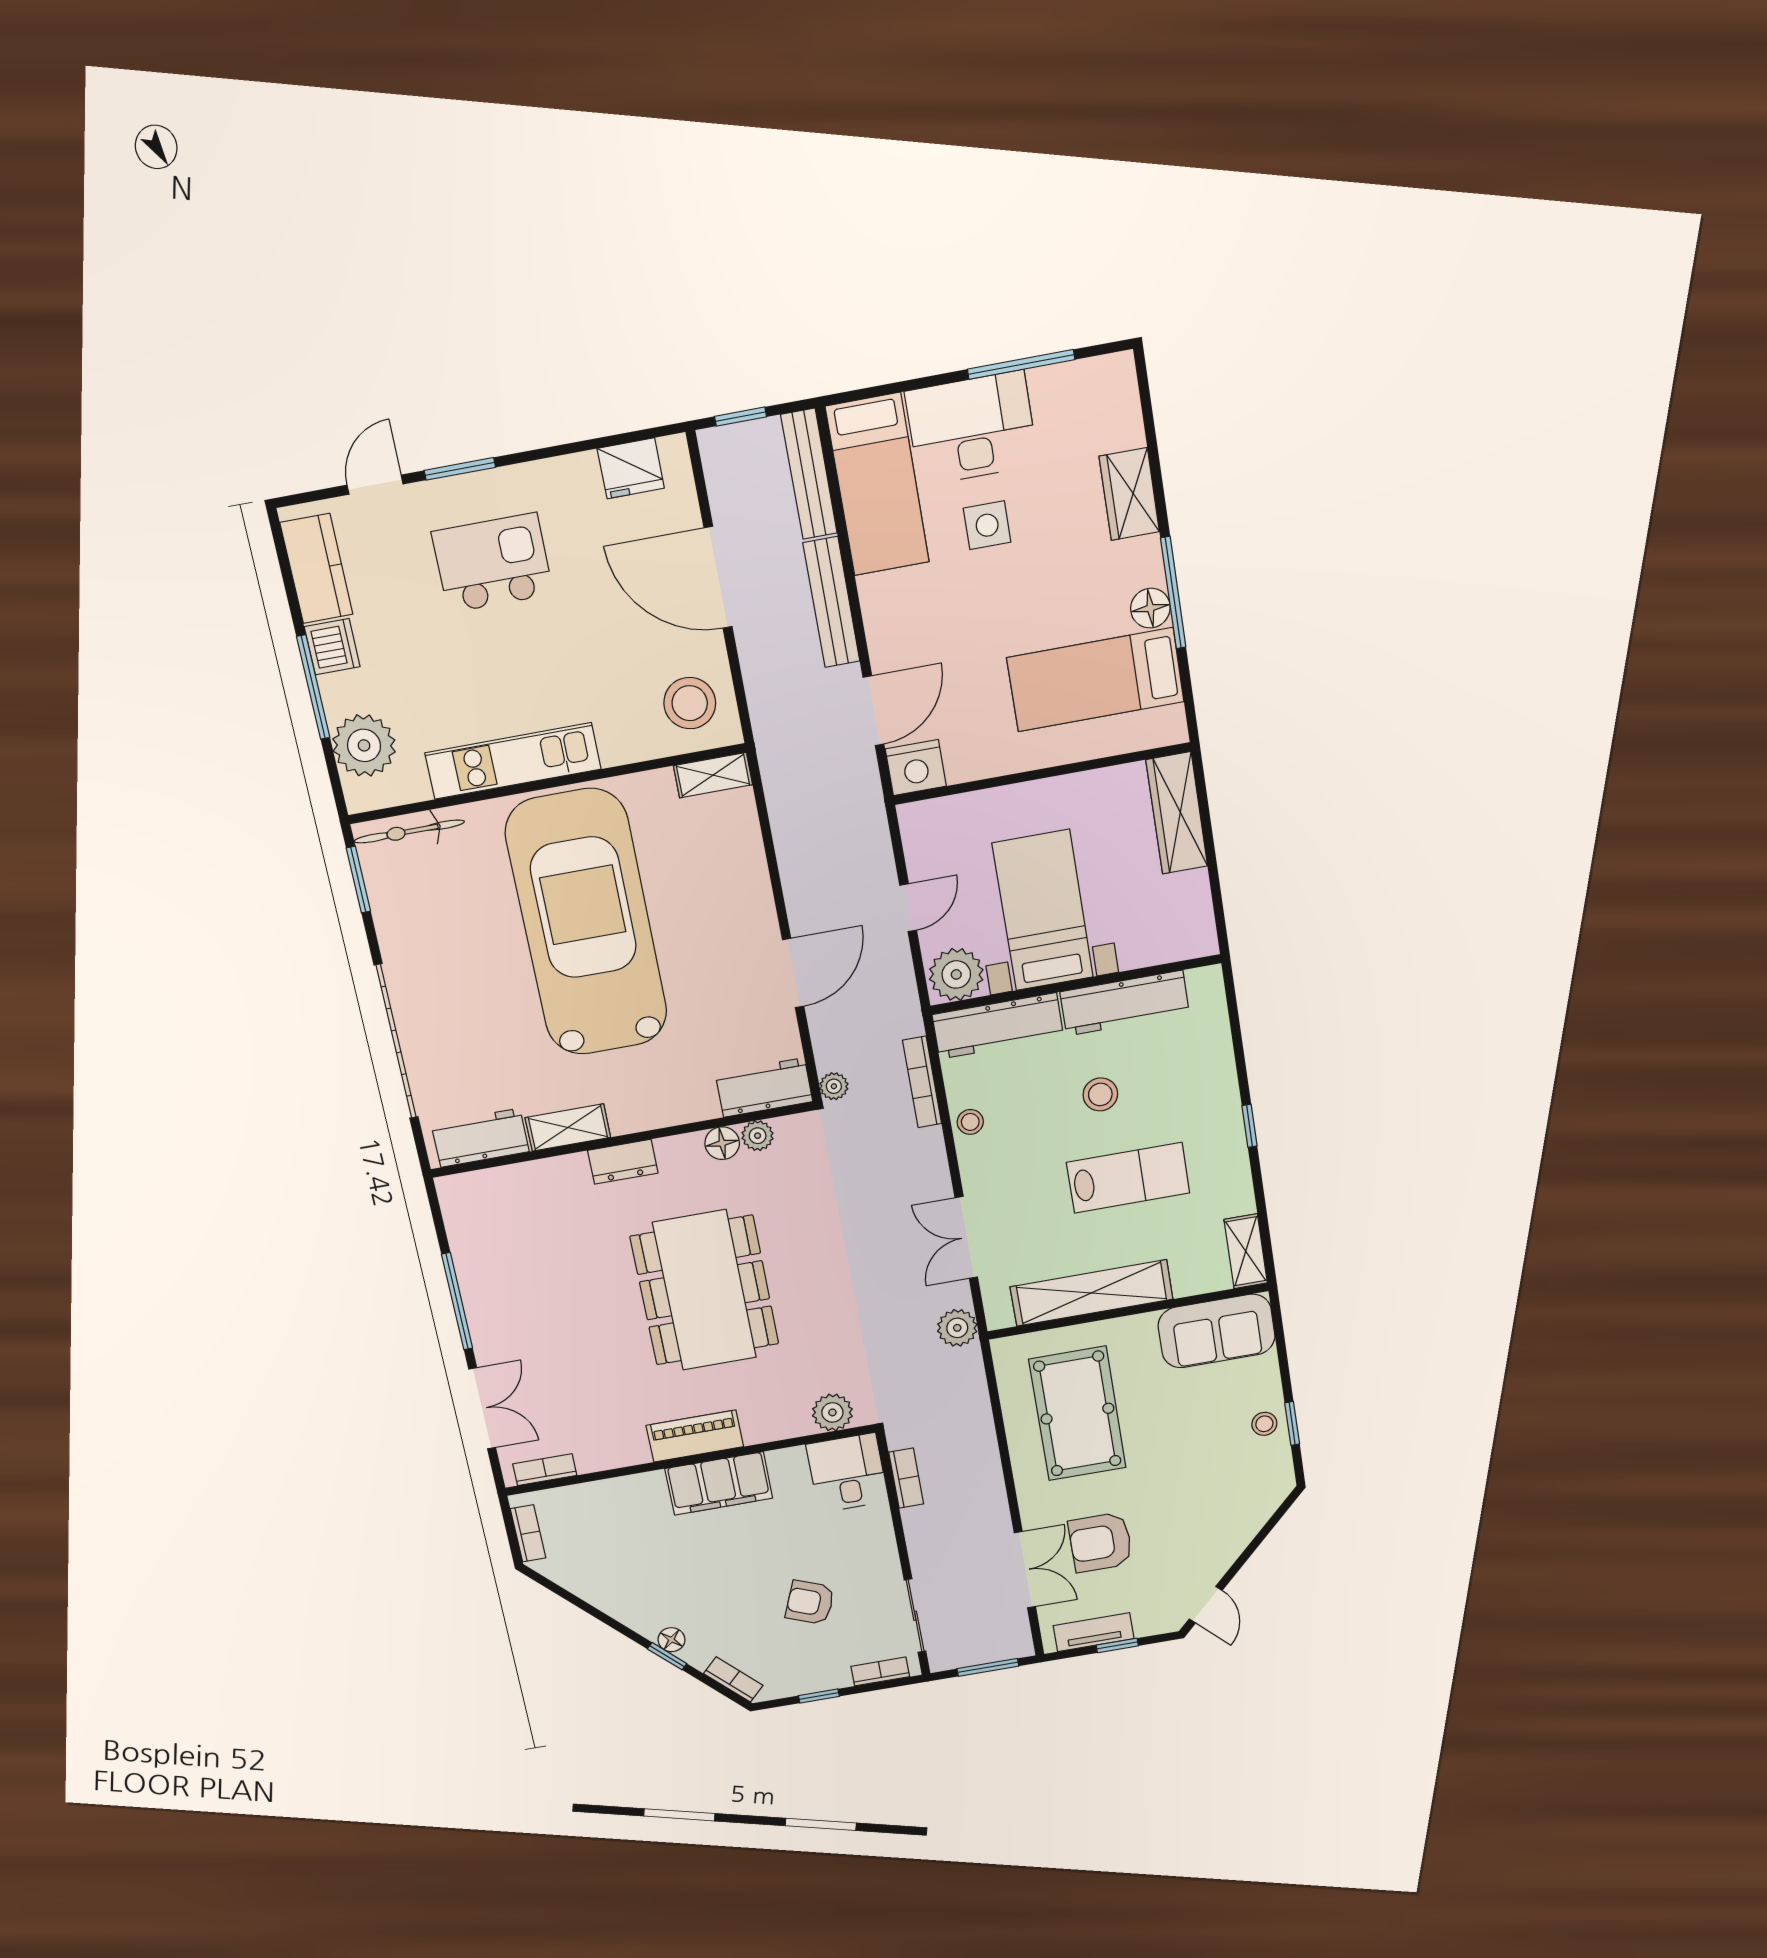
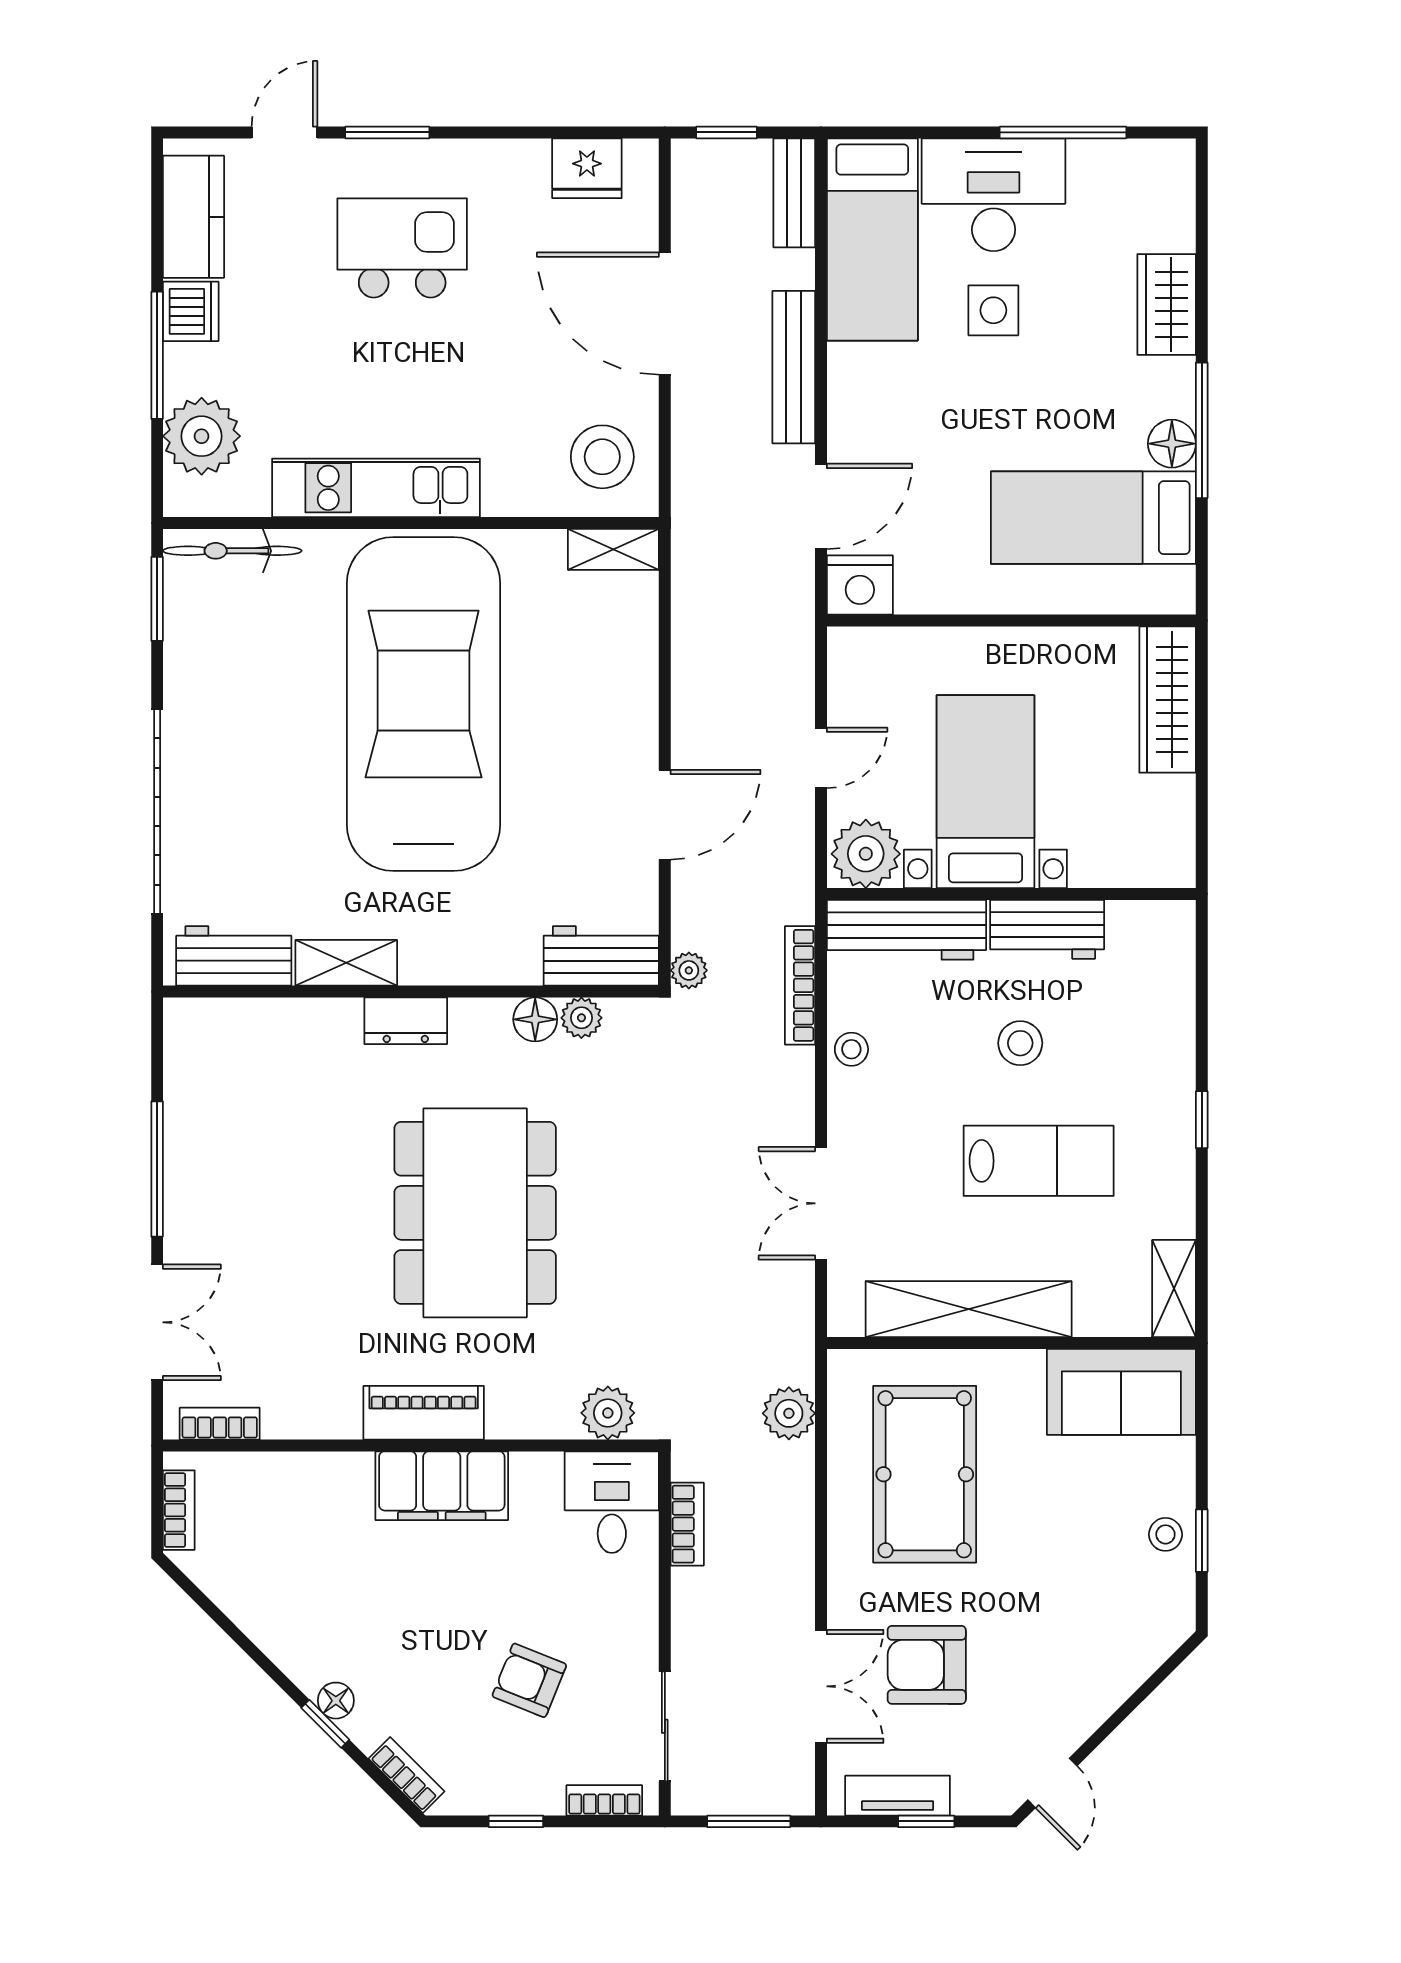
bench: (809, 474) -> (794, 193), width x0.73
workbench: (1125, 1003) -> (1047, 929), width x0.73
plant: (957, 1328) -> (789, 1413), moved

